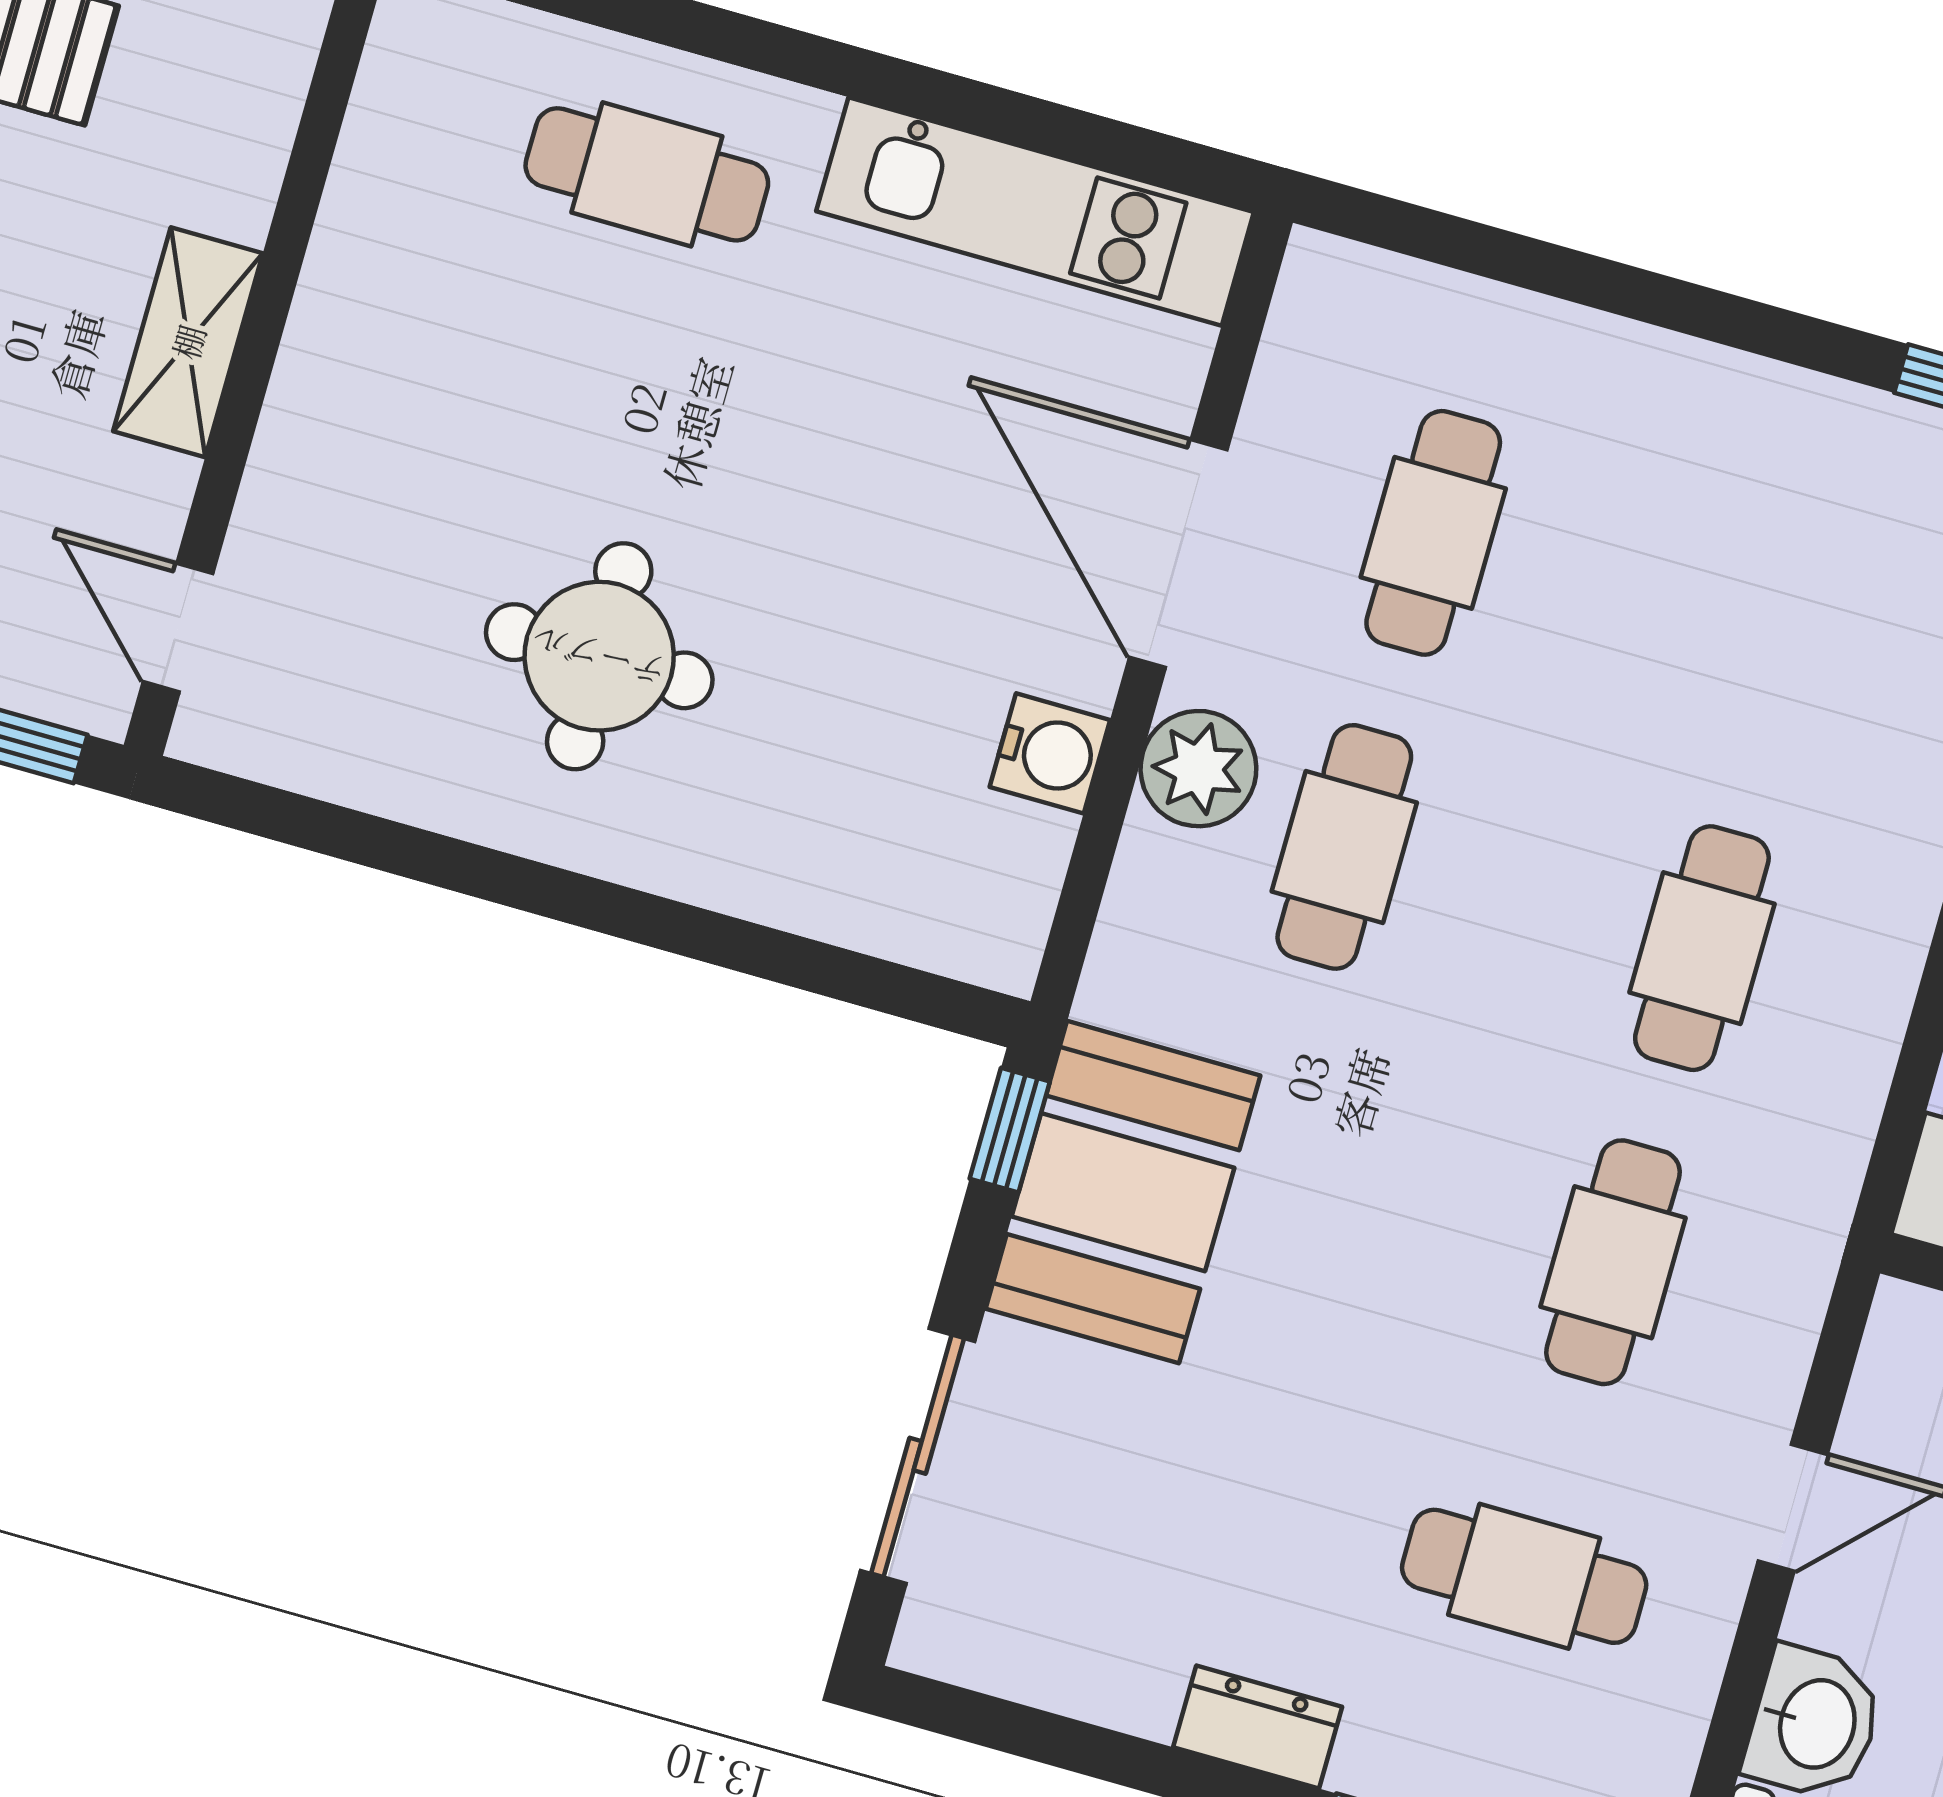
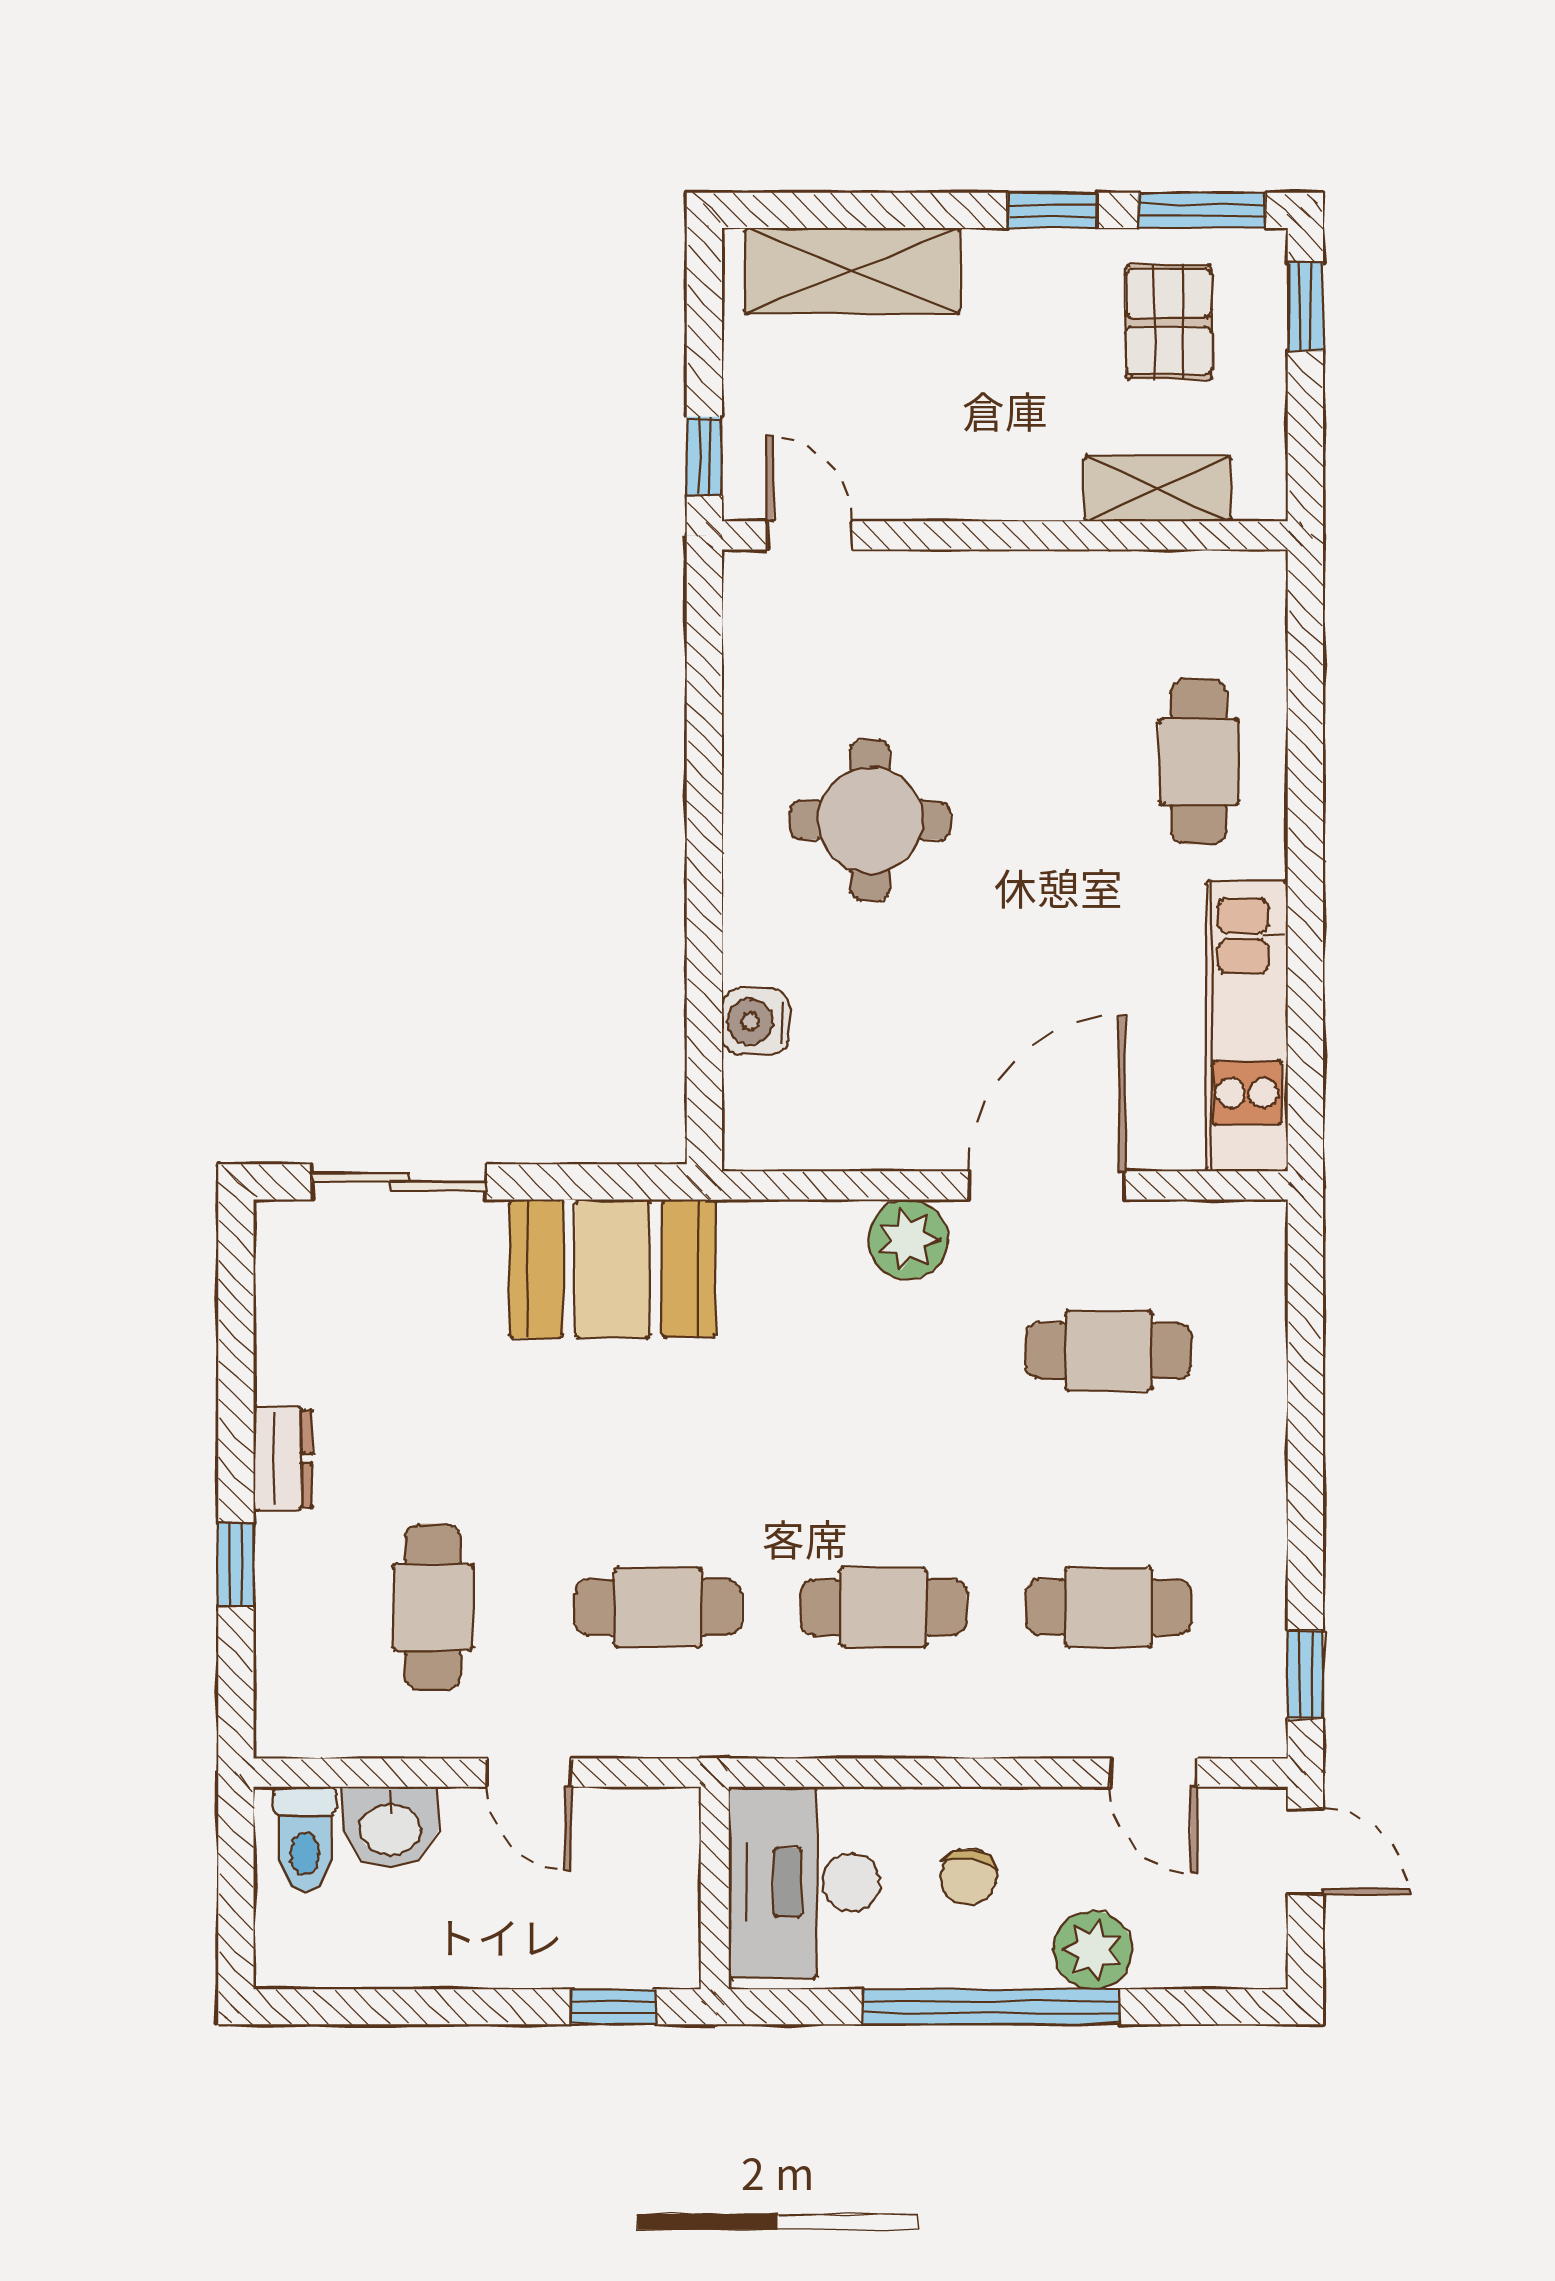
shelving: (188, 342) -> (1157, 488), moved
door: (178, 628) -> (810, 535), hinge flipped
water cooler: (1050, 753) -> (755, 1021), moved, turned 90
cafe table: (1344, 847) -> (1108, 1607), moved
window: (1010, 1130) -> (632, 1182), removed

